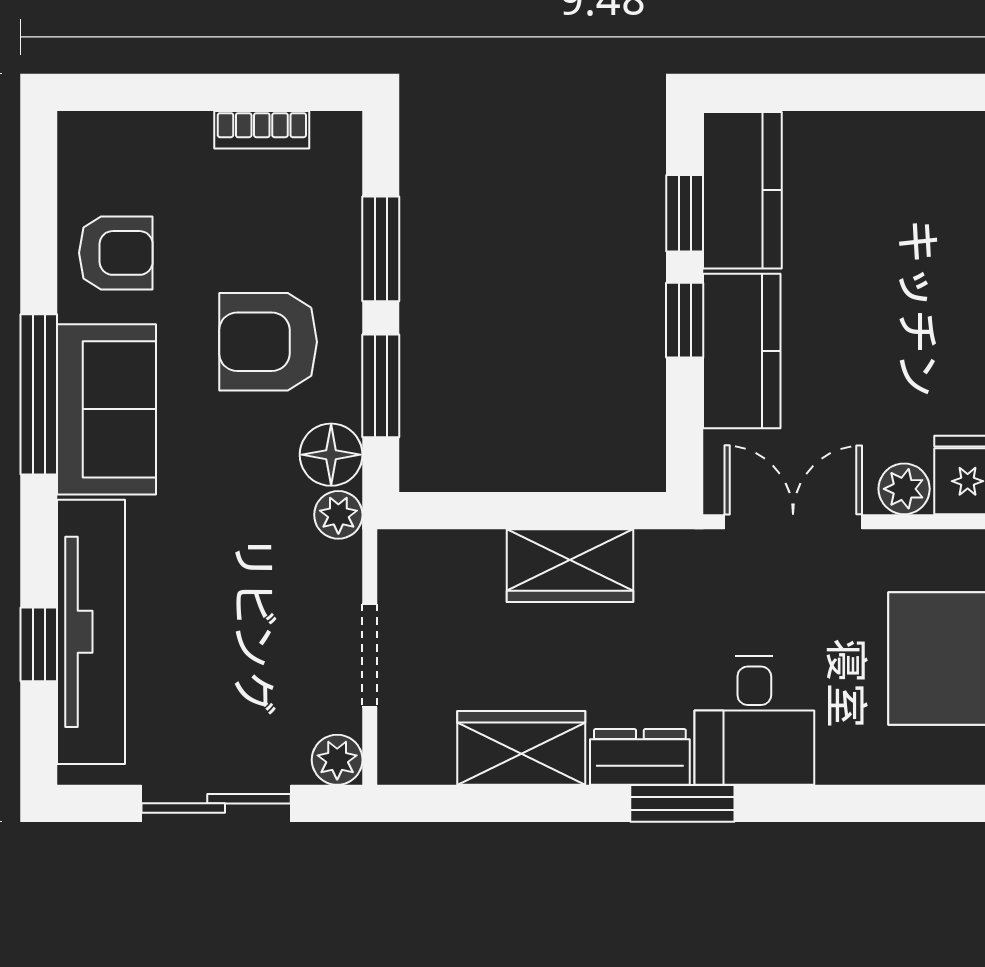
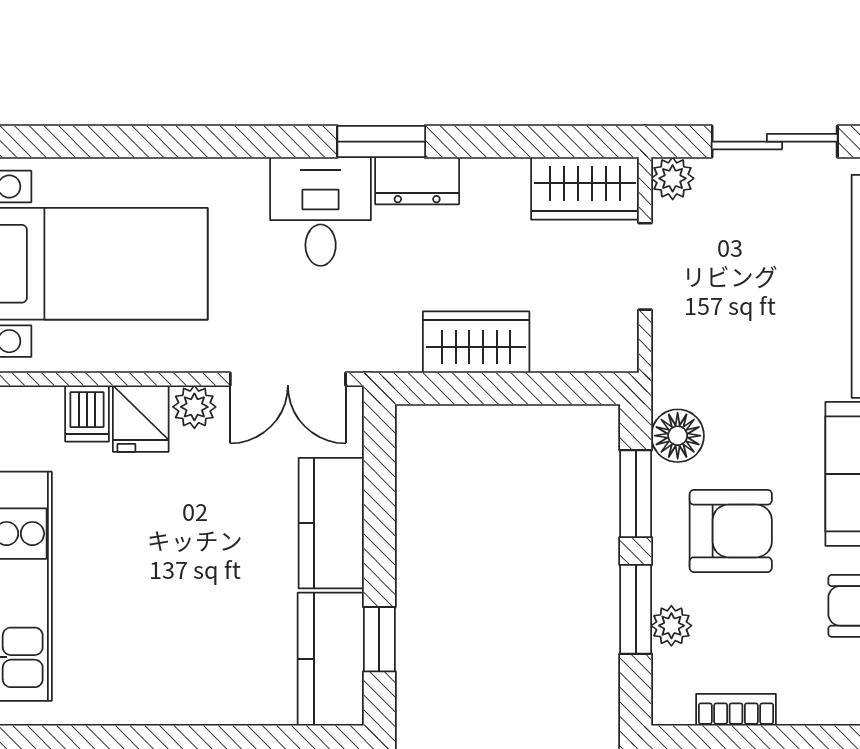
window: (685, 320) -> (379, 549), removed
plant: (338, 515) -> (671, 626), moved
wardrobe: (521, 748) -> (585, 188), moved

